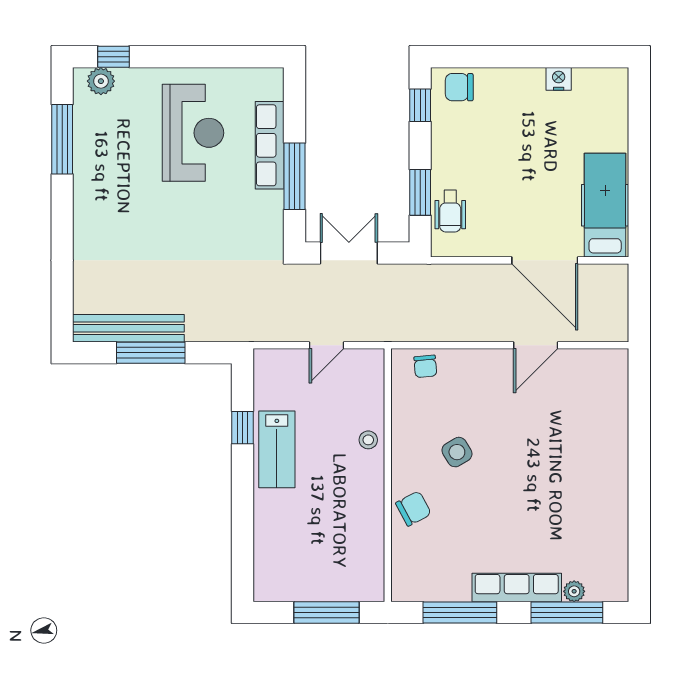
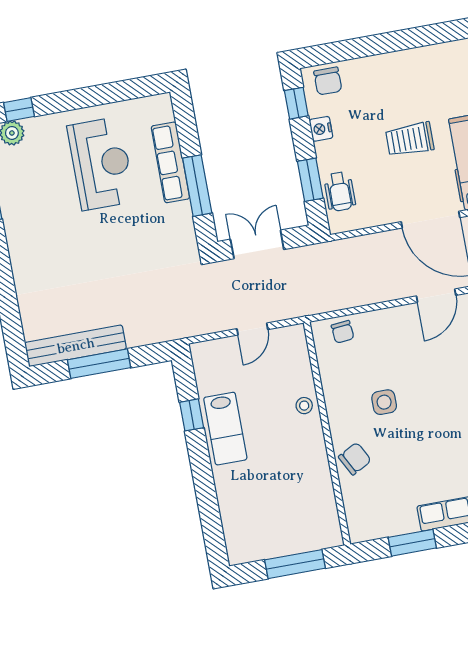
nightstand: (559, 79) -> (321, 129), moved, turned -90
chair: (459, 87) -> (328, 81), turned -90
trolley: (538, 168) -> (410, 139), added
side table: (457, 452) -> (384, 402), turned 31
window: (460, 613) -> (412, 543), width x0.69

